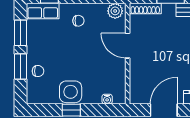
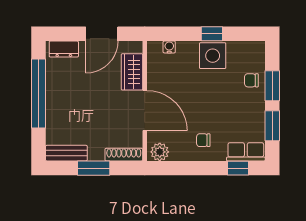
door: (128, 46) -> (145, 111), width x1.36
wardrobe: (138, 78) -> (132, 72), added

